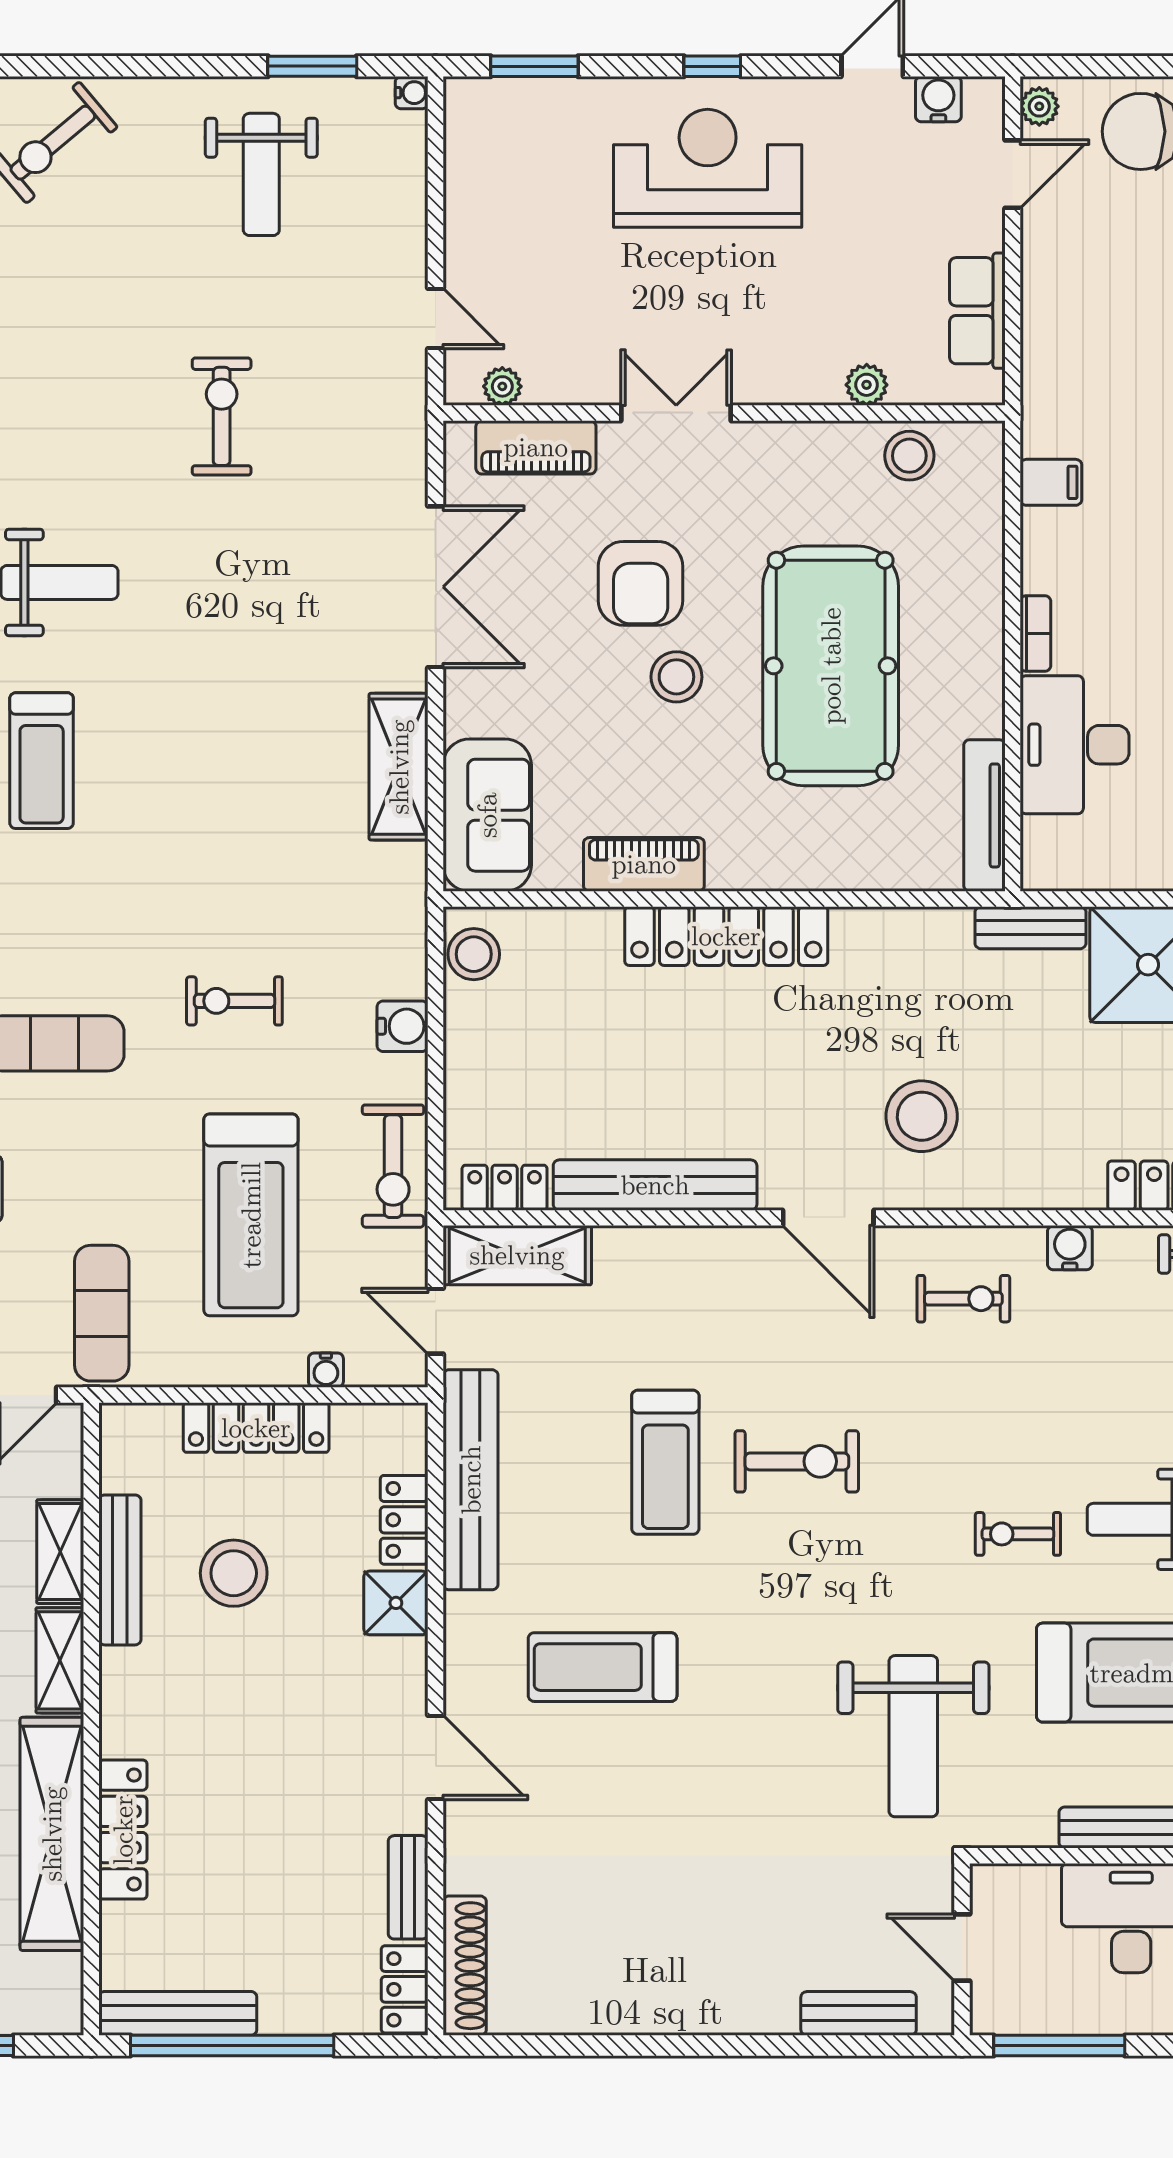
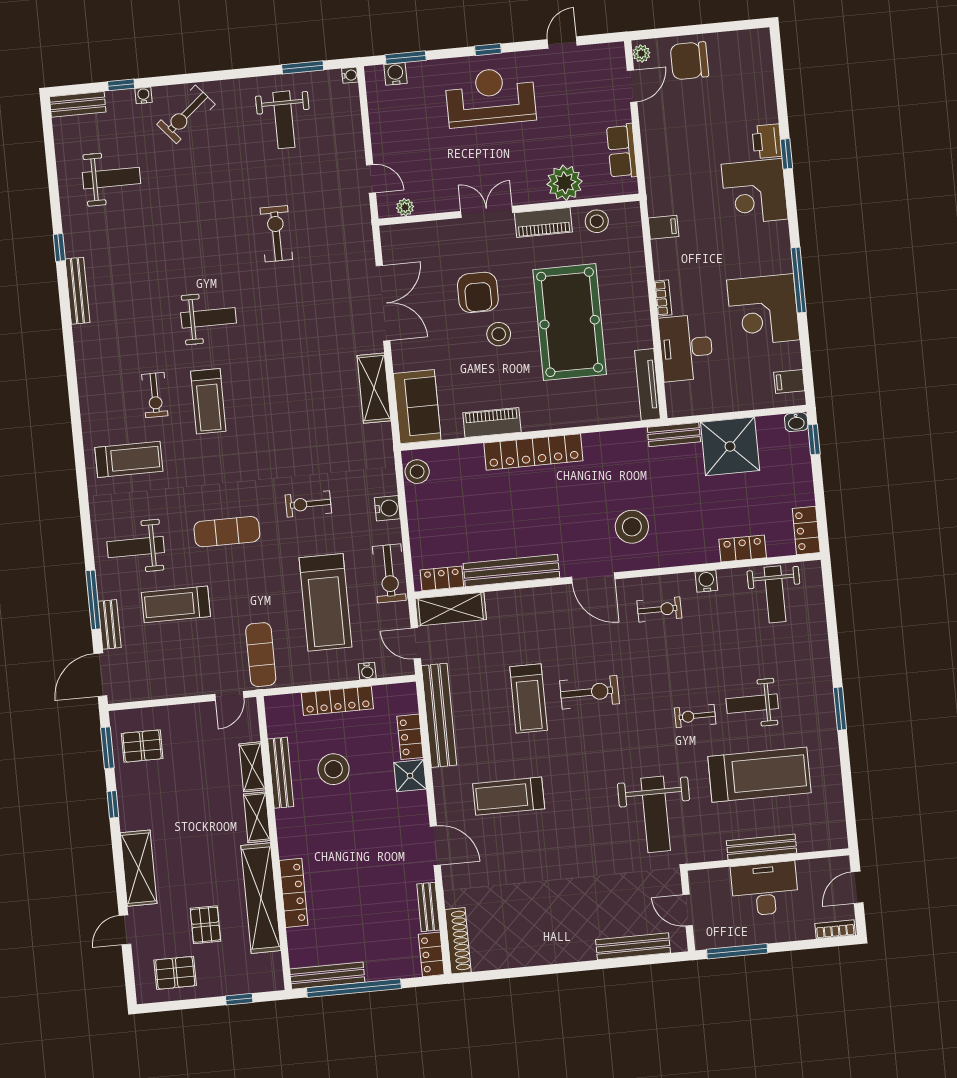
water cooler: (938, 99) -> (395, 74), moved
plant: (867, 385) -> (565, 183), width x1.87, depth x1.87
piano: (536, 447) -> (543, 222), moved
bench: (859, 2013) -> (633, 946), width x1.36

